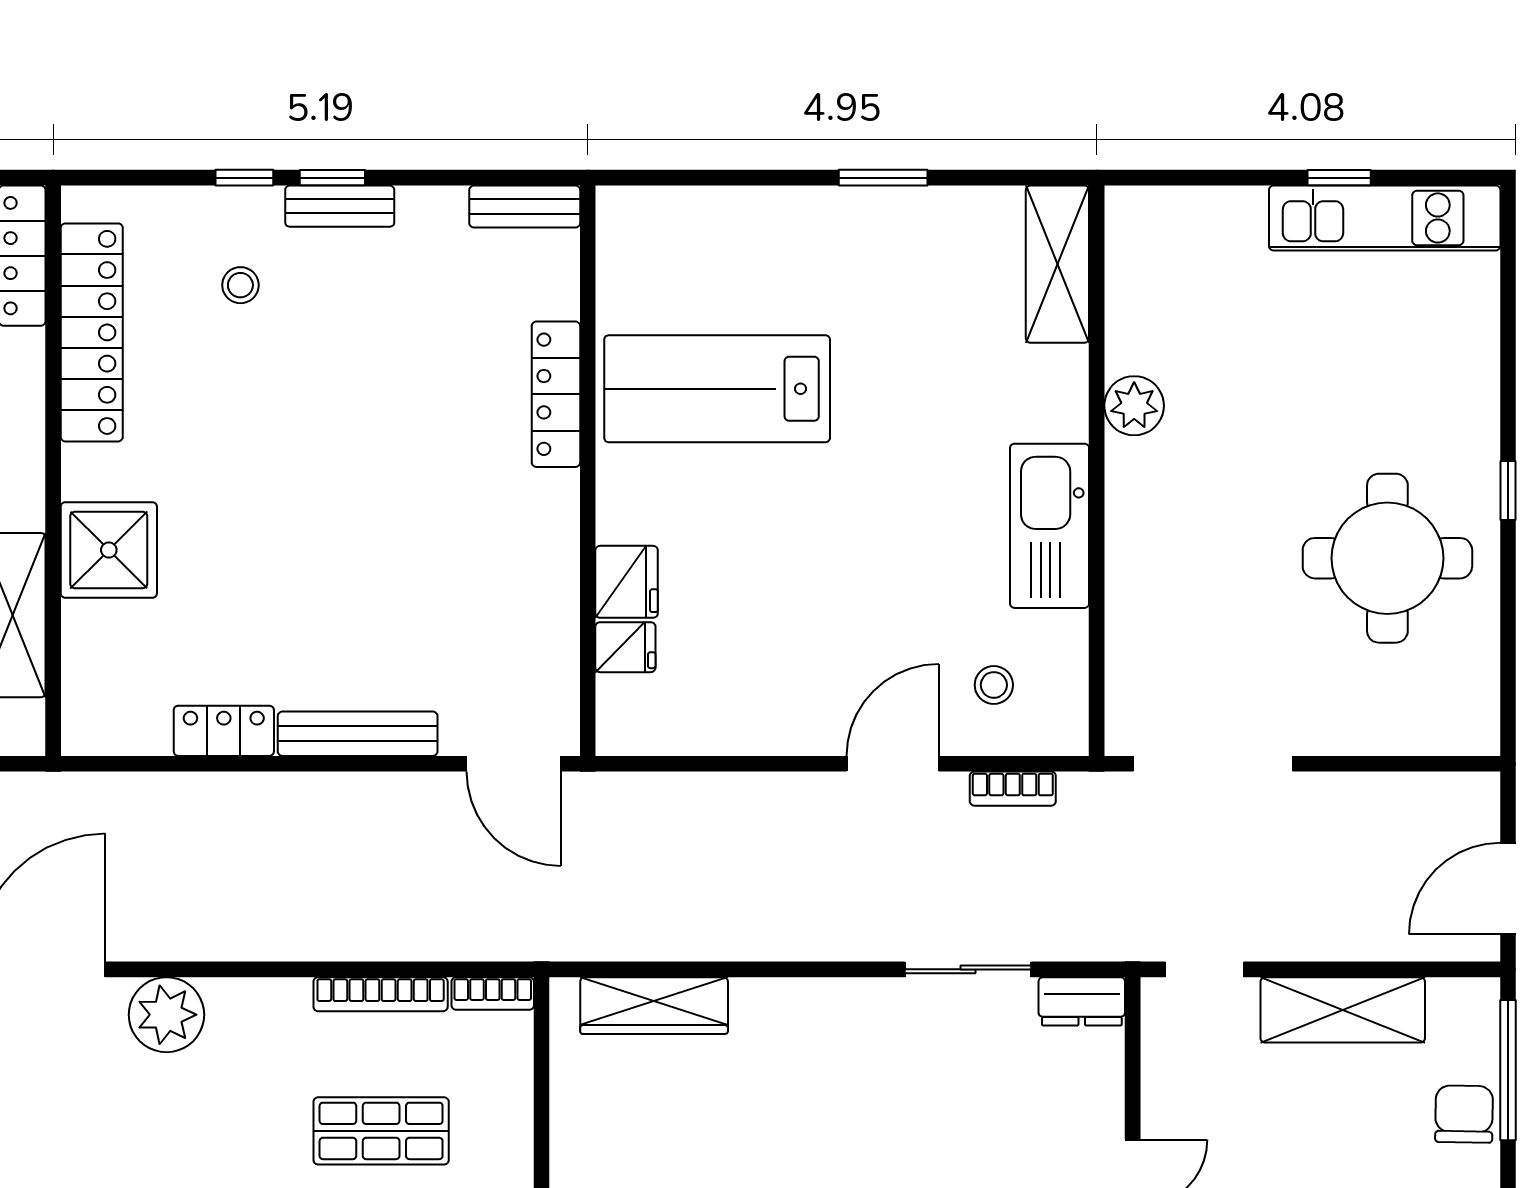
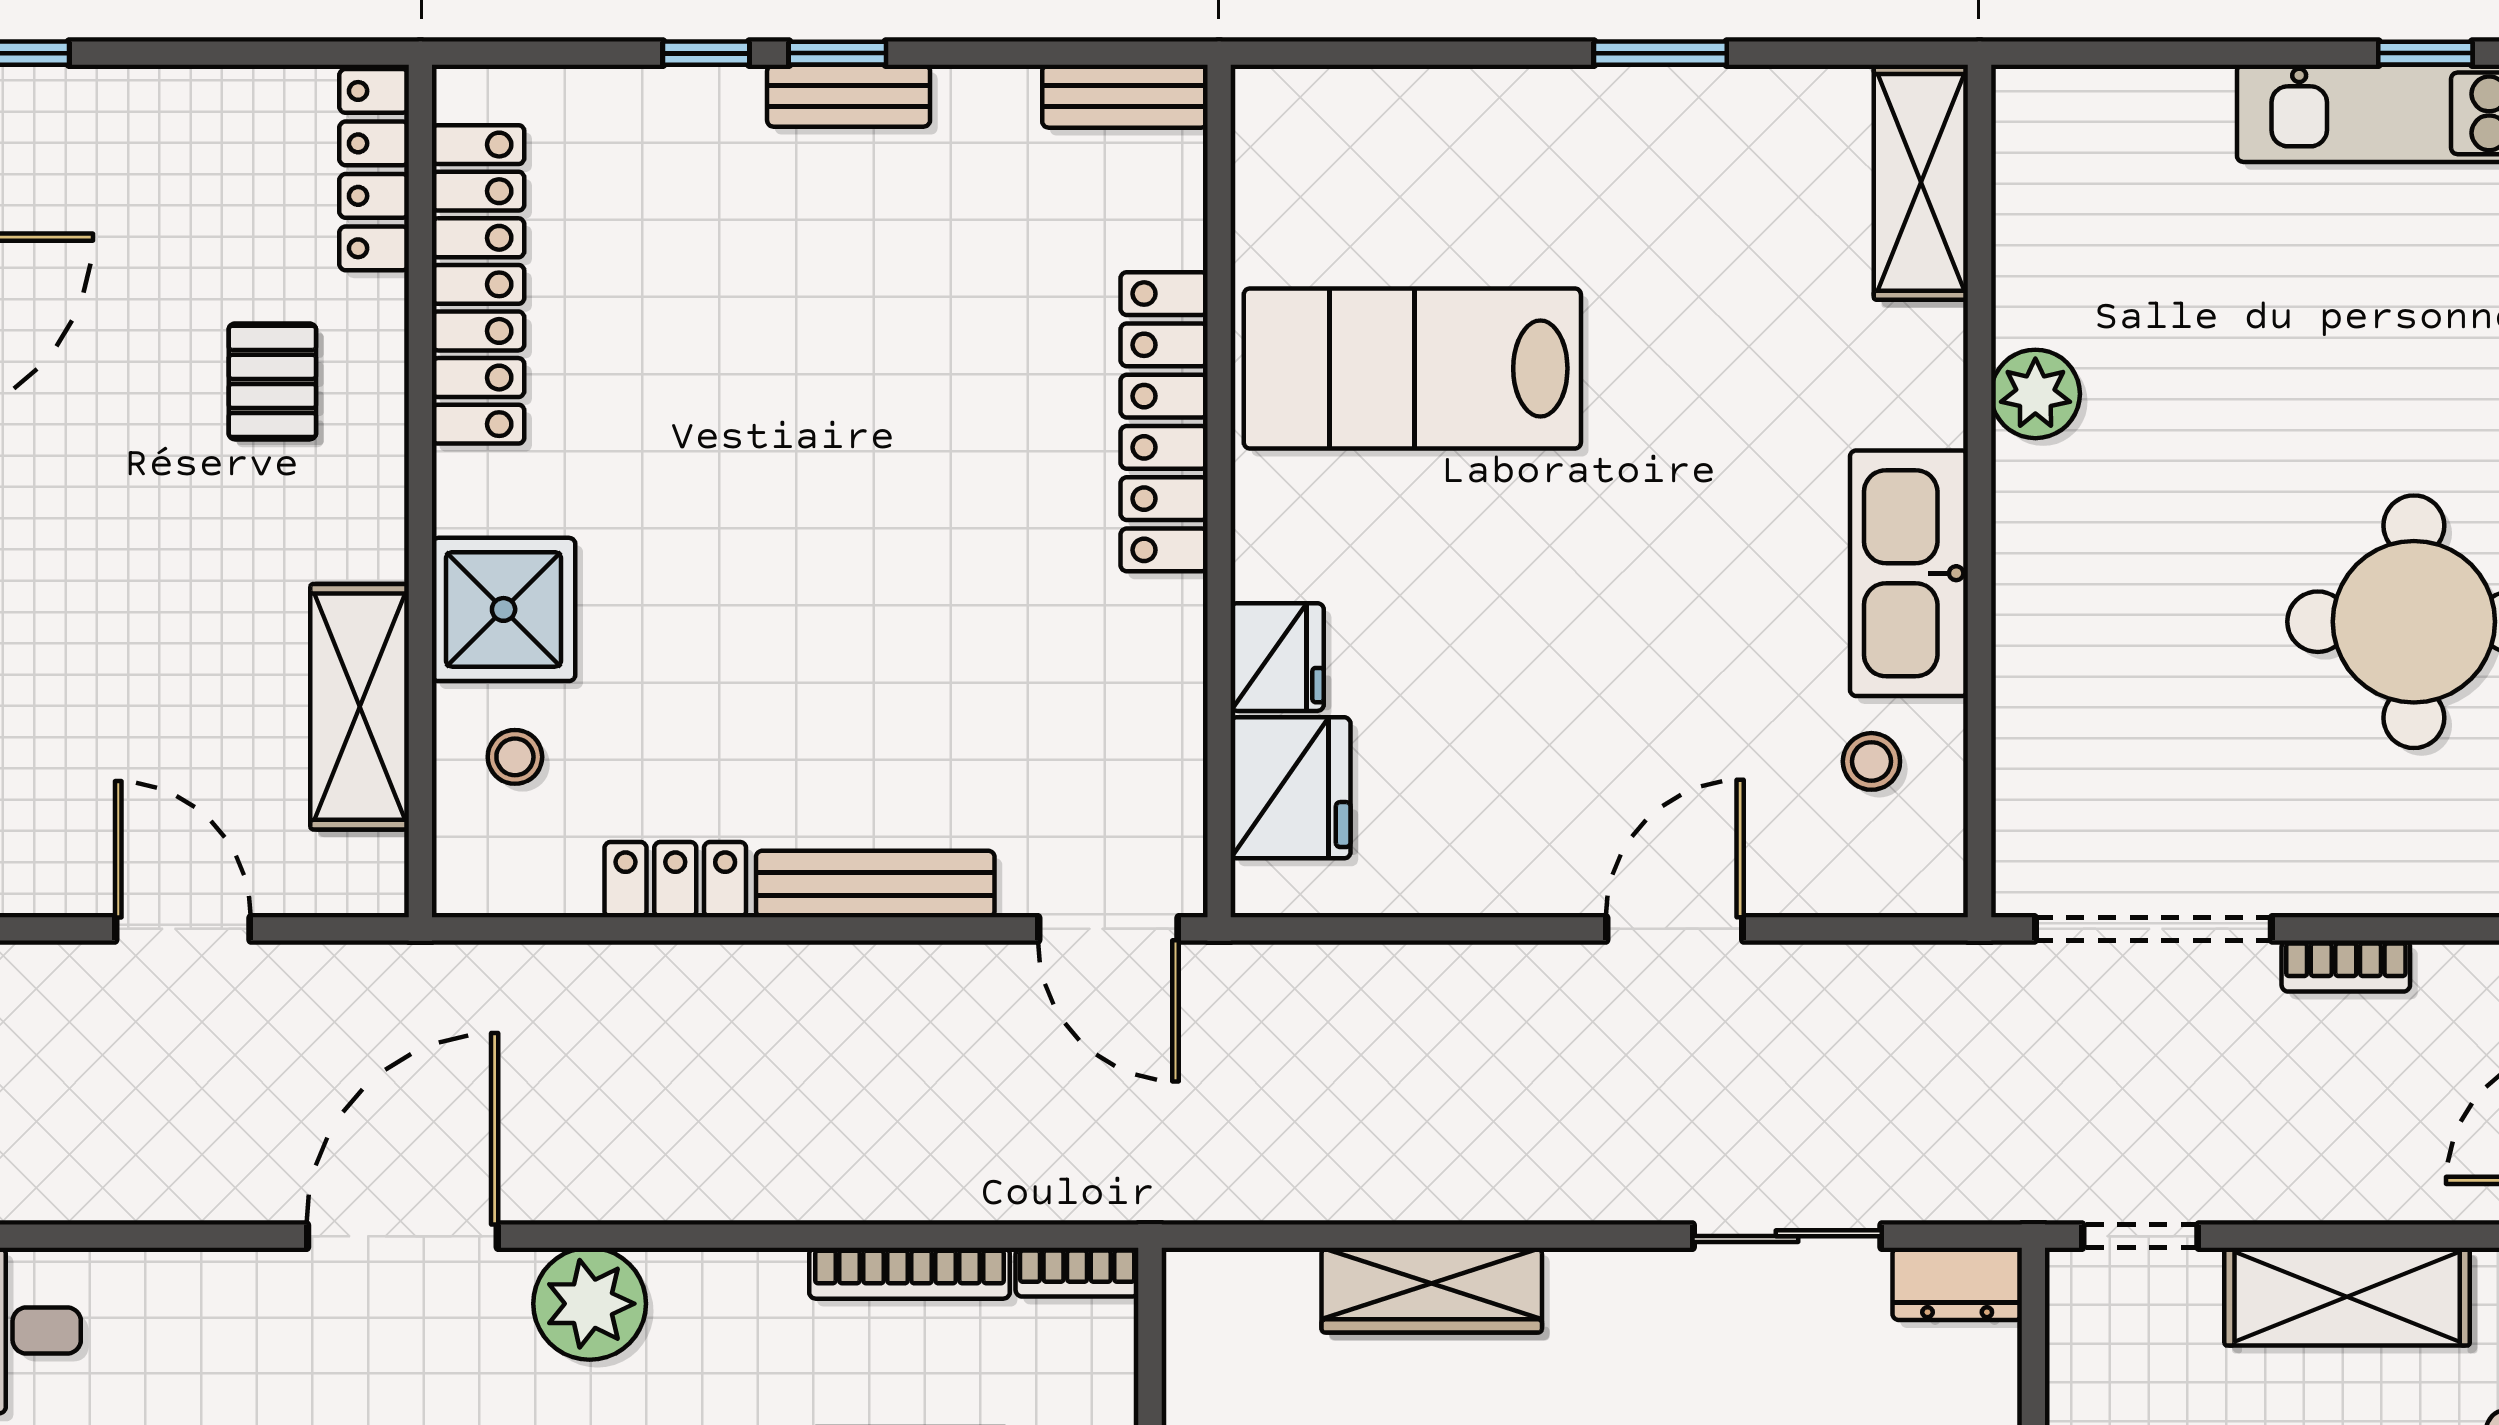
window: (1339, 178) -> (2425, 53), moved
stool: (240, 285) -> (515, 757), moved
locker: (556, 394) -> (1164, 422), width x1.41, depth x1.21
fridge: (625, 647) -> (1290, 788), width x1.88, depth x1.34
stool: (994, 685) -> (1871, 761), moved
bookcase: (1013, 789) -> (2346, 966), moved
wardrobe: (654, 1006) -> (1432, 1290), moved

